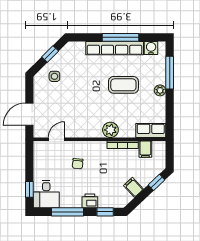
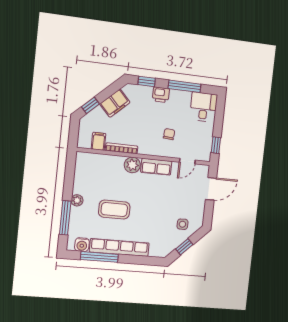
window: (120, 37) -> (99, 257), moved
row of seats: (151, 131) -> (156, 167), moved
filing cabinet: (133, 187) -> (115, 103), width x2.00
window: (29, 189) -> (216, 145), moved

